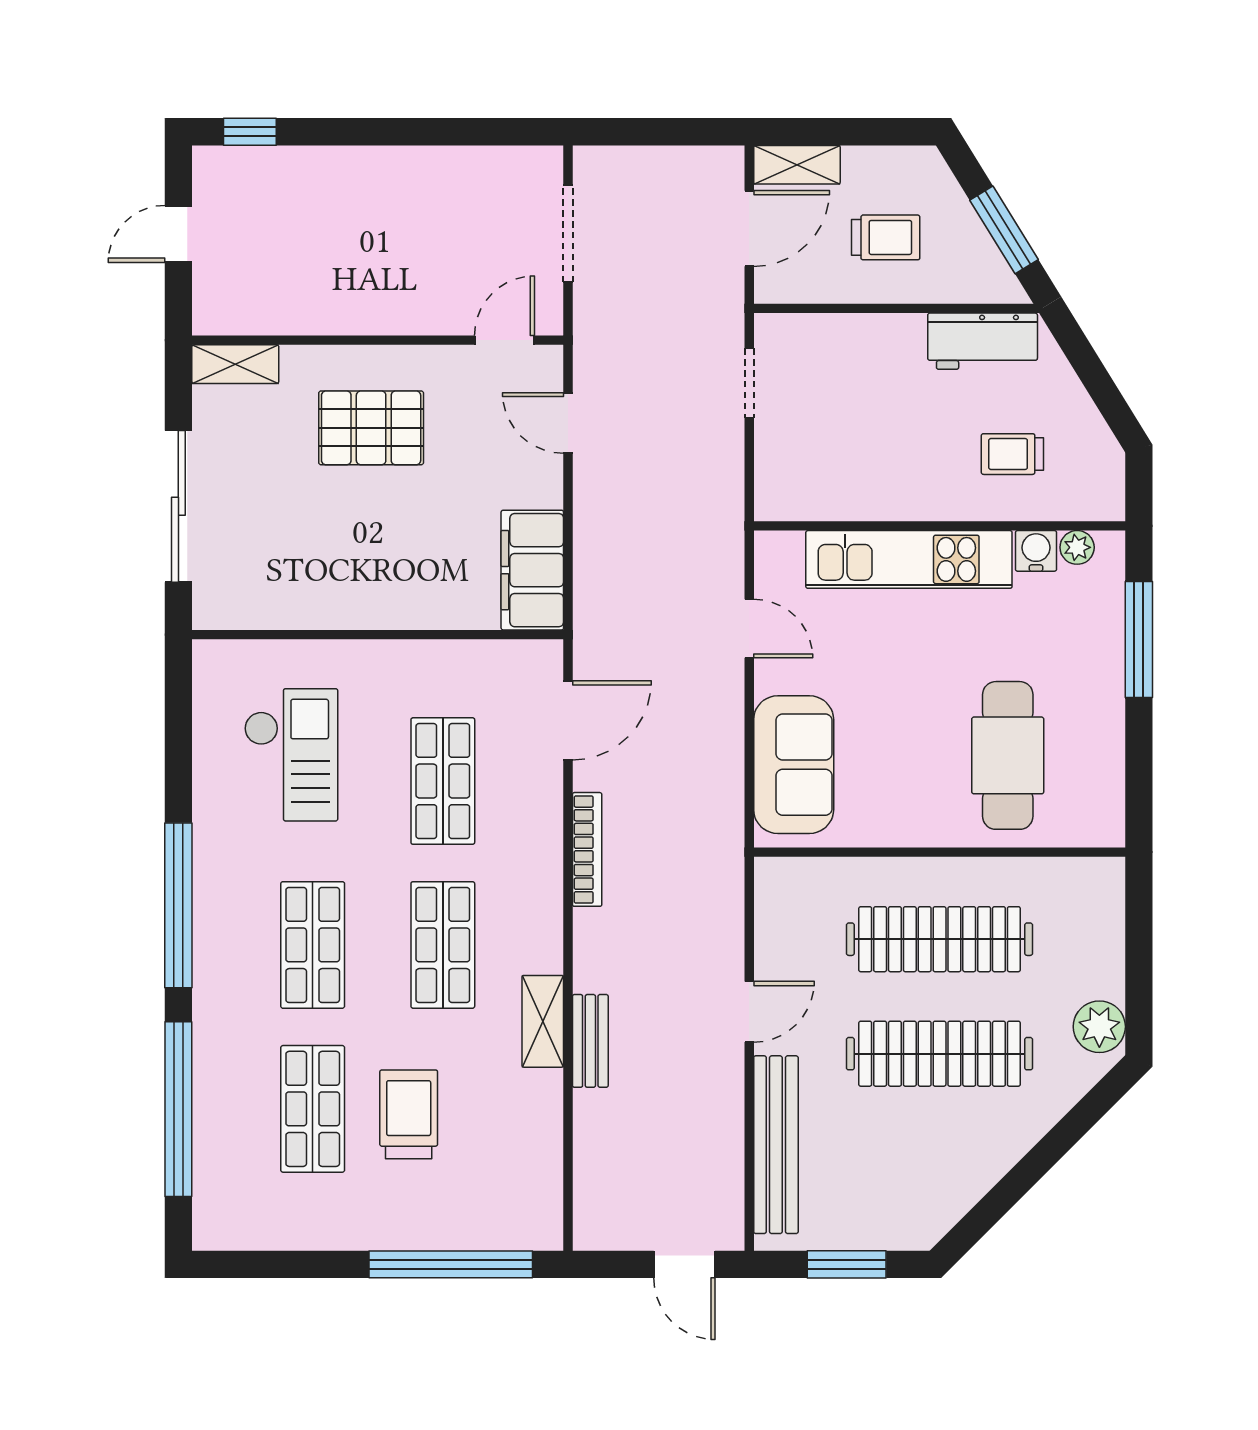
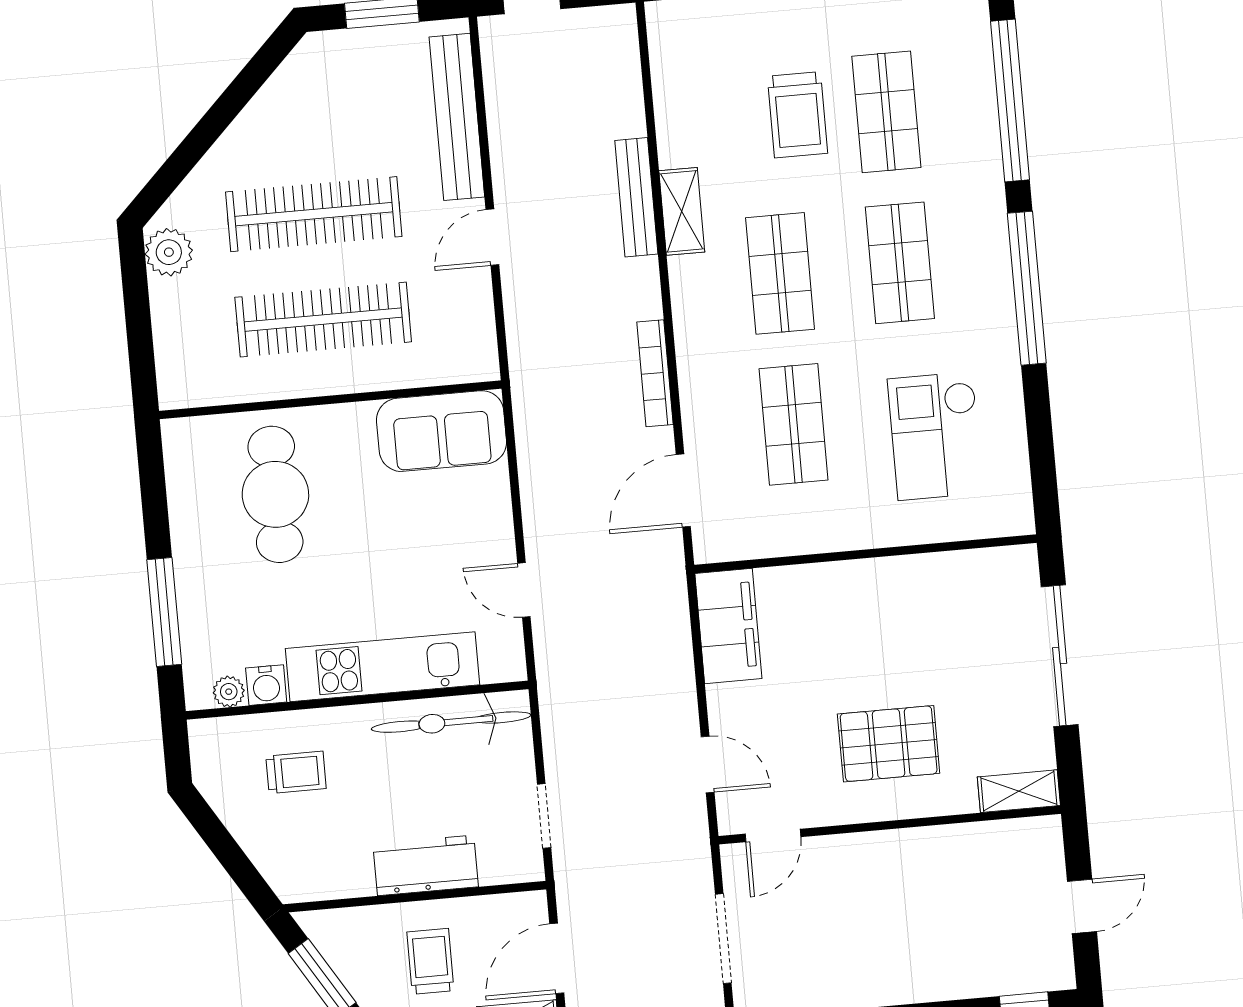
trolley: (886, 237) -> (430, 961), turned 90
workbench: (983, 341) -> (426, 865), moved
bicycle: (840, 493) -> (451, 722), added
sofa: (794, 765) -> (442, 431), moved, turned -90
bench: (590, 1041) -> (636, 197), width x1.36

